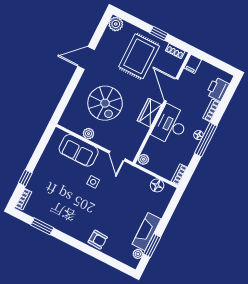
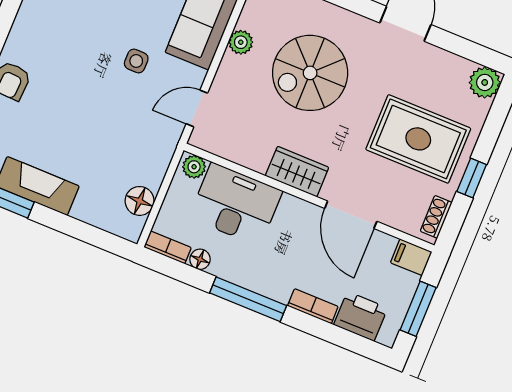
window: (216, 63) -> (418, 309), added
door: (171, 90) -> (351, 215), swing flipped
desk: (171, 125) -> (236, 204), moved
floor lamp: (199, 135) -> (200, 259), moved

